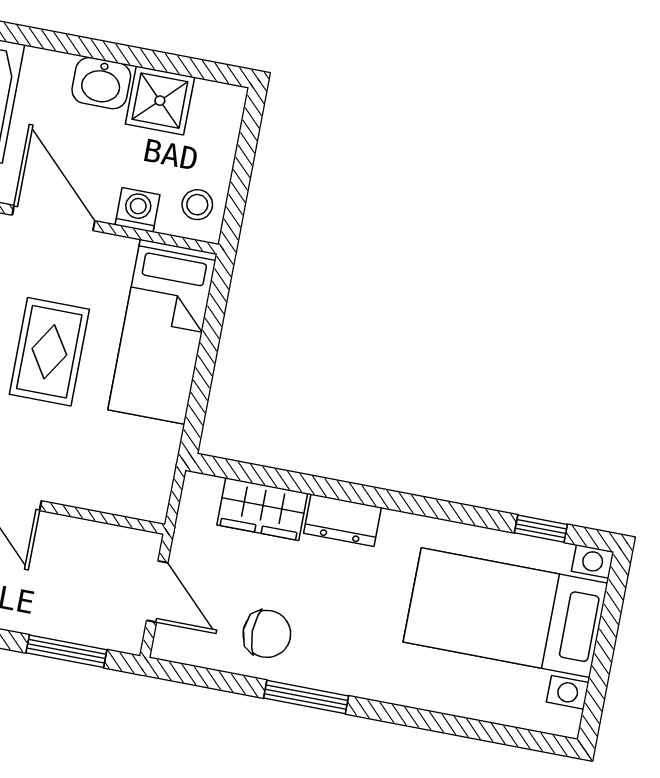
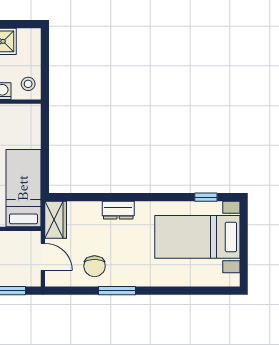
bed: (162, 332) -> (23, 188), moved, turned 180
wardrobe: (262, 509) -> (56, 220), moved, turned -90
chair: (267, 634) -> (95, 266), turned 90

